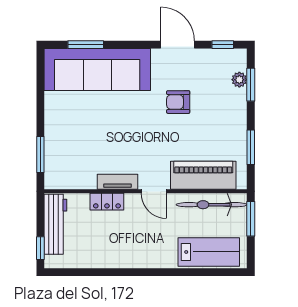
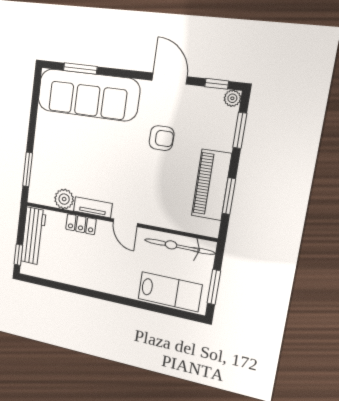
plant: (239, 80) -> (232, 98), moved
armchair: (178, 102) -> (162, 138), turned 180
piano: (203, 175) -> (211, 185), moved, turned -90
plant: (85, 179) -> (64, 199), added
window: (251, 219) -> (214, 287), moved

